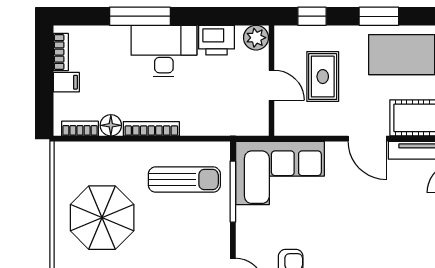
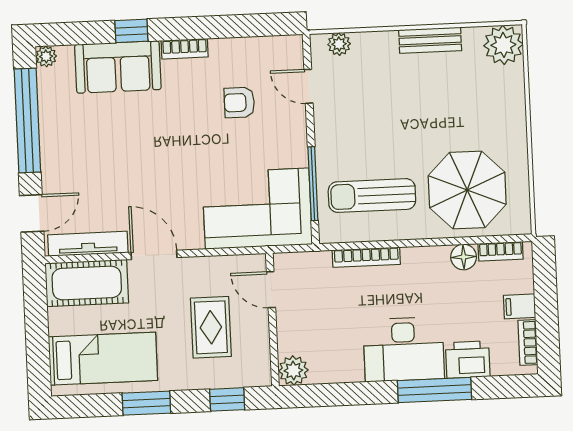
printer: (217, 40) -> (468, 360), moved
door: (272, 85) -> (271, 290), moved
bookcase: (151, 129) -> (366, 257), moved
parasol: (102, 218) -> (467, 190), moved

